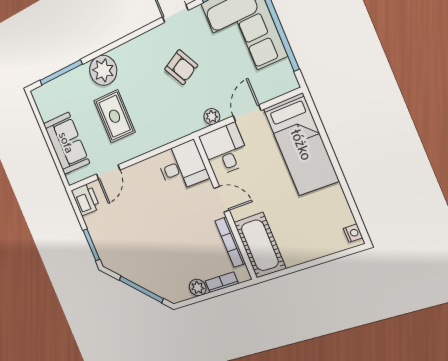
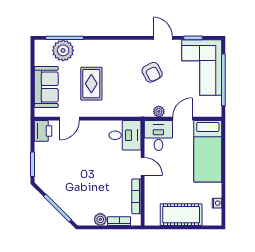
plant: (103, 70) -> (63, 50), moved
nightstand: (353, 233) -> (217, 203), moved
cot: (260, 245) -> (181, 215), moved, turned 90

